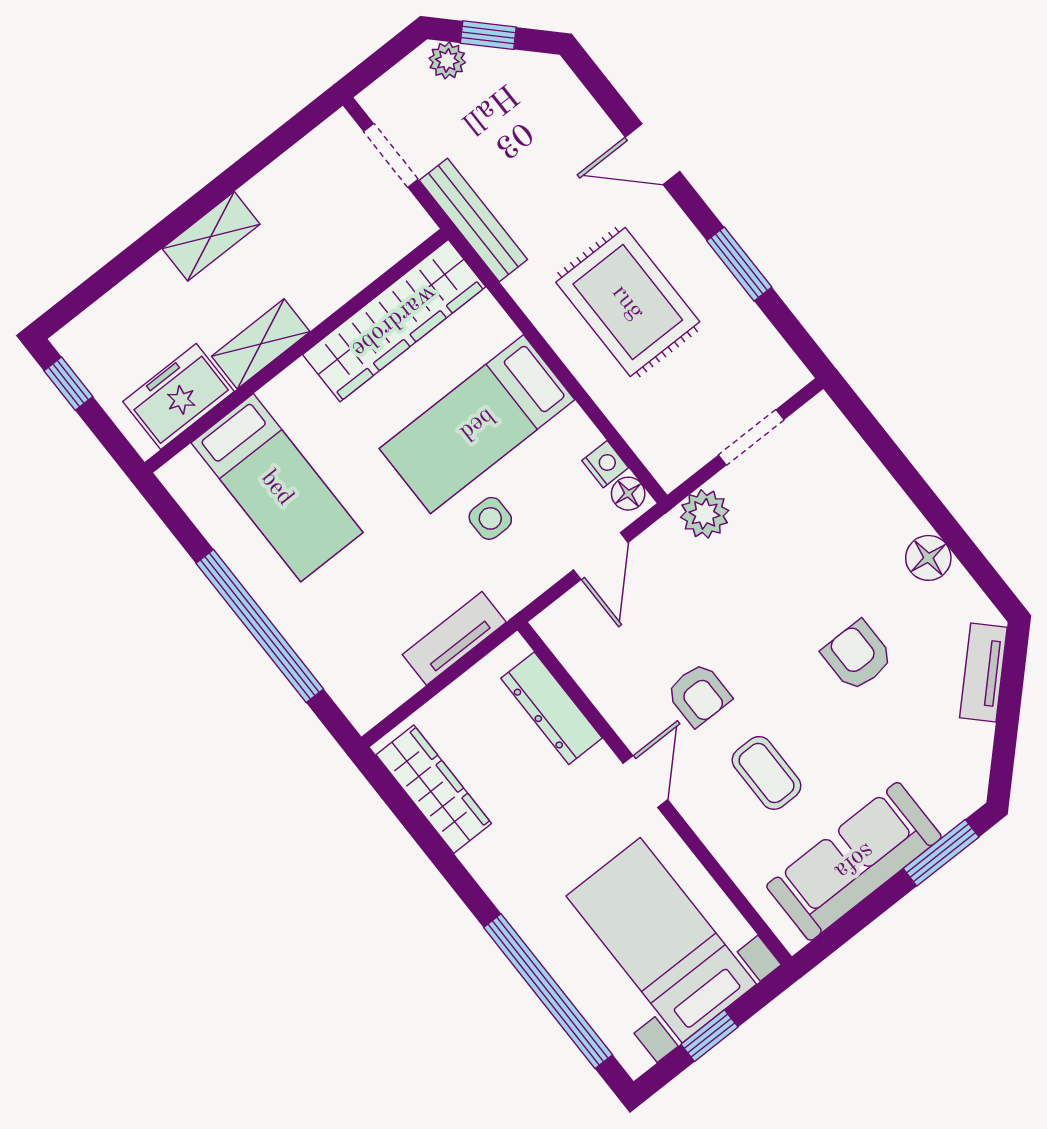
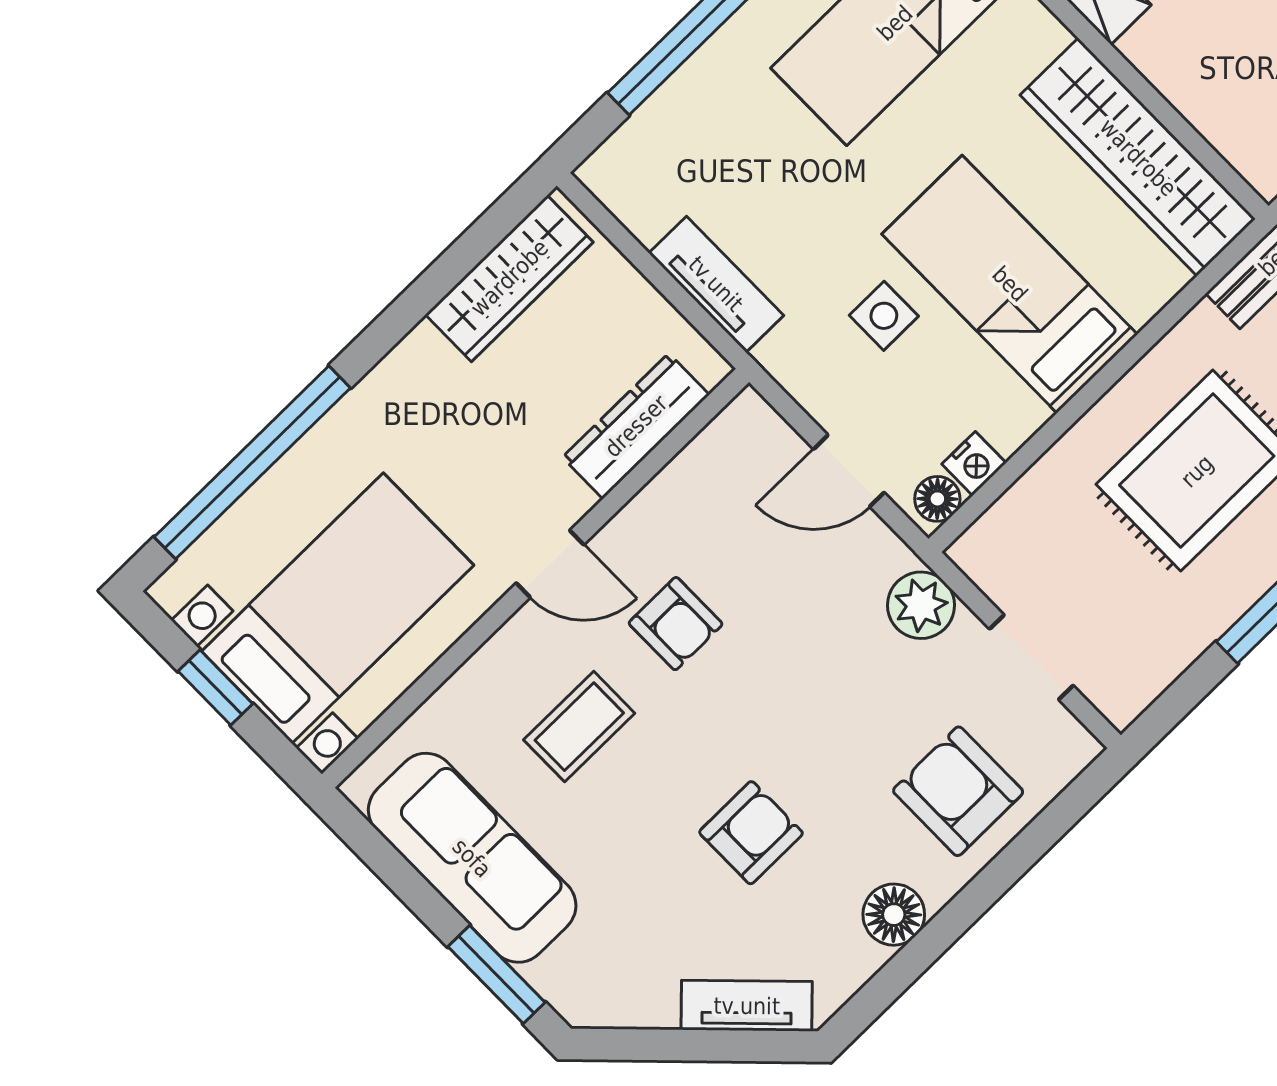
armchair: (843, 501) -> (958, 791), added
armchair: (699, 695) -> (676, 624), turned -90

